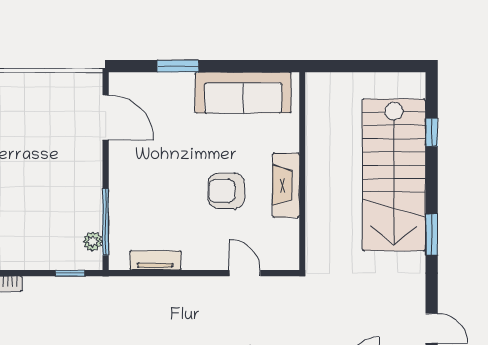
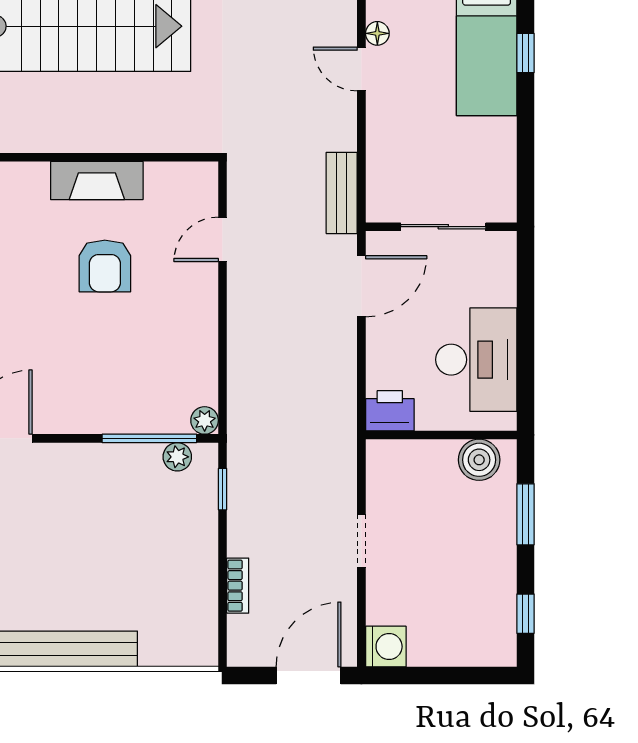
tv unit: (155, 260) -> (204, 367), removed
plant: (118, 261) -> (205, 420), added

